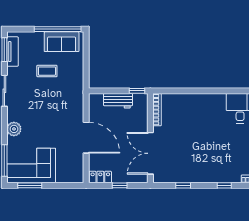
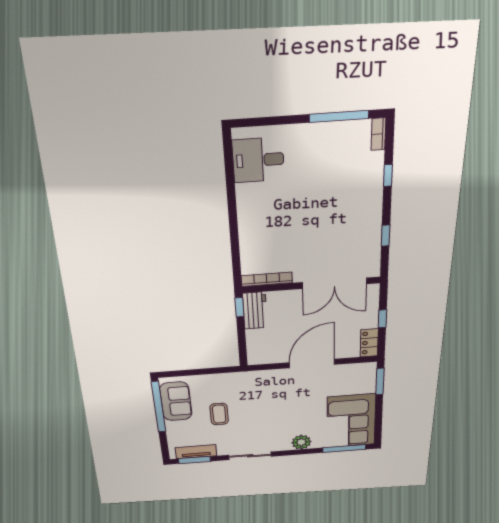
workbench: (118, 101) -> (255, 311), moved
window: (30, 185) -> (380, 382), moved

